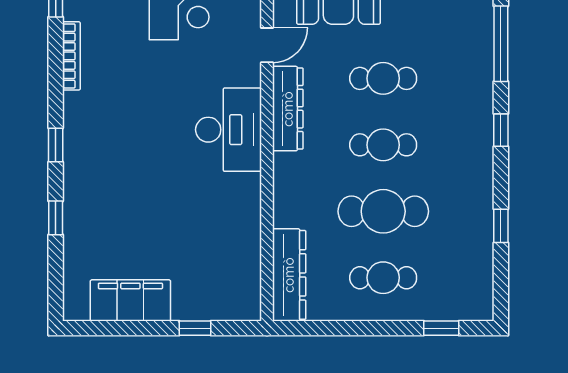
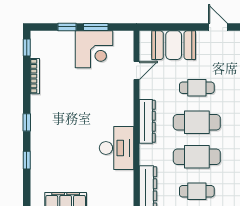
dresser: (288, 109) -> (147, 121), moved
desk: (229, 130) -> (117, 148), moved
cafe table: (383, 145) -> (197, 122), width x1.37, depth x1.35

